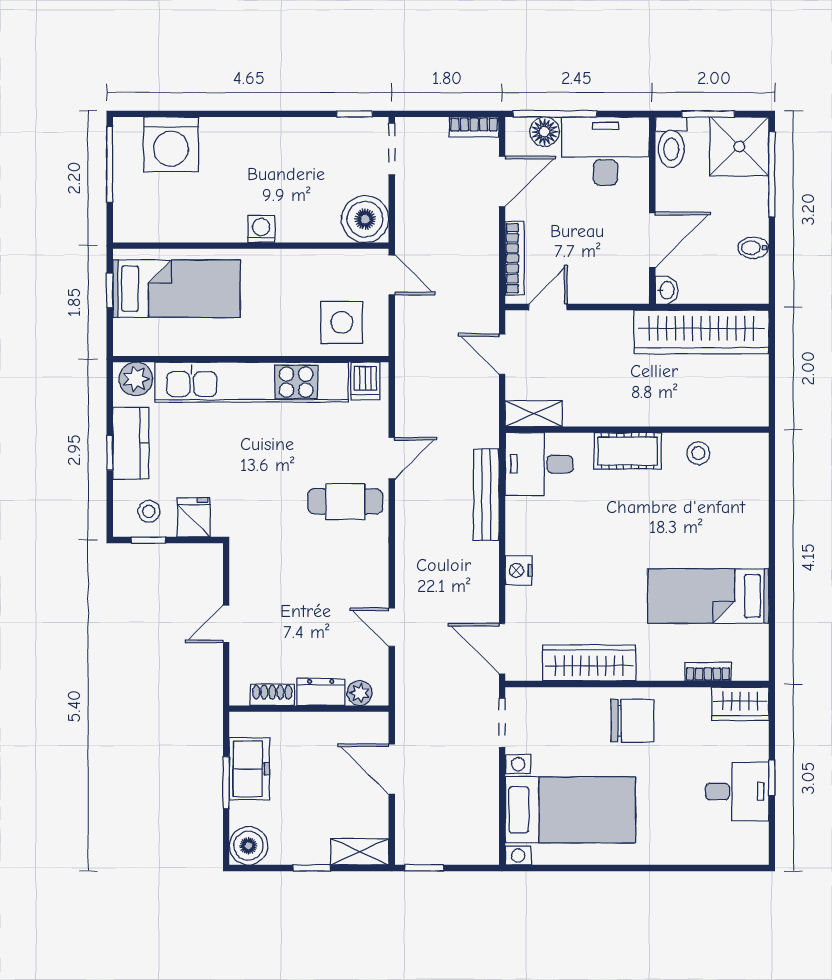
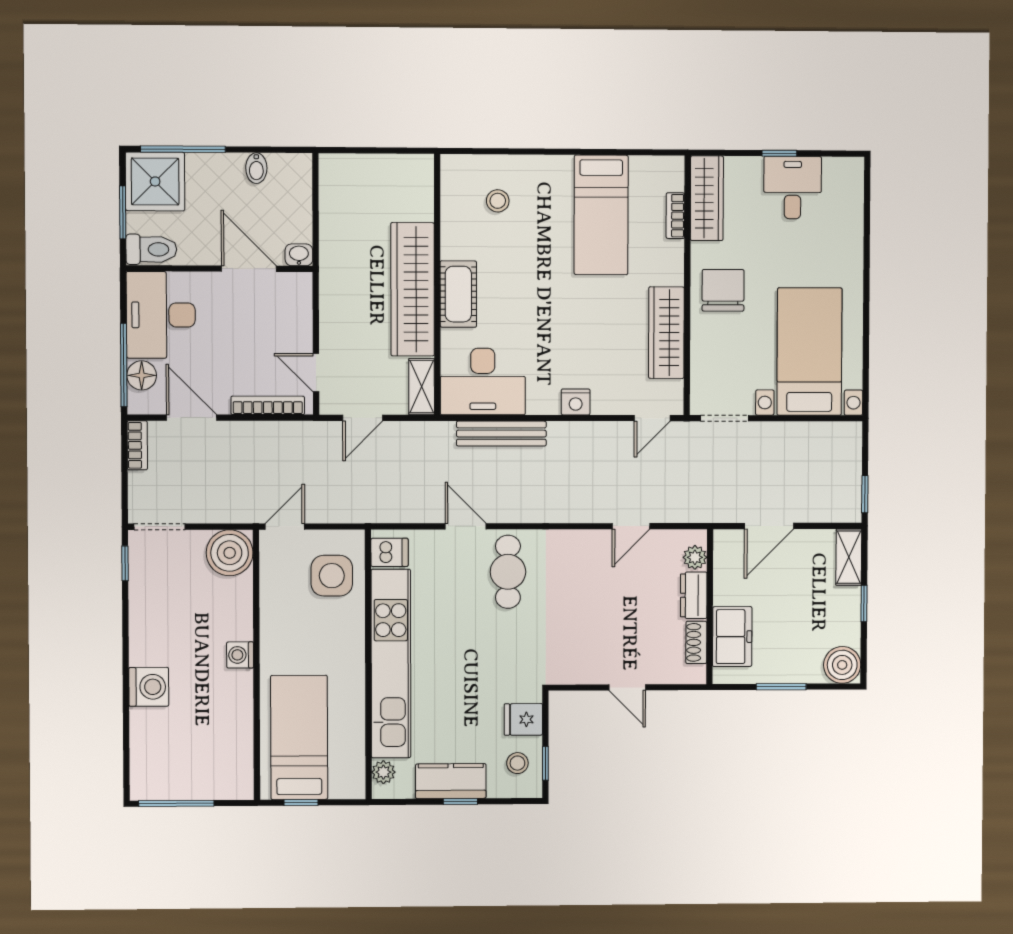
washing machine: (171, 144) -> (149, 687), moved, width x0.73, depth x0.73
wardrobe: (701, 332) -> (413, 289), moved, turned 180
plant: (136, 379) -> (383, 772), width x0.73, depth x0.73
stool: (698, 453) -> (498, 201), moved
desk: (539, 464) -> (483, 382), width x1.37
door: (502, 649) -> (652, 418), width x0.73
wardrobe: (740, 704) -> (707, 198), width x1.50
freezer: (249, 769) -> (732, 637), moved, turned 90

